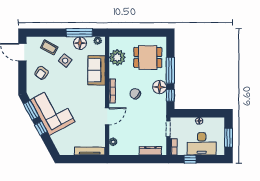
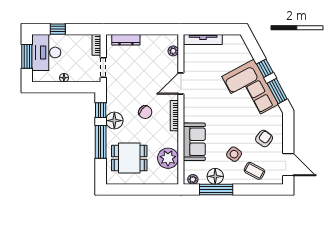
desk: (202, 144) -> (46, 52), moved, turned -90
window: (190, 159) -> (58, 29), moved

